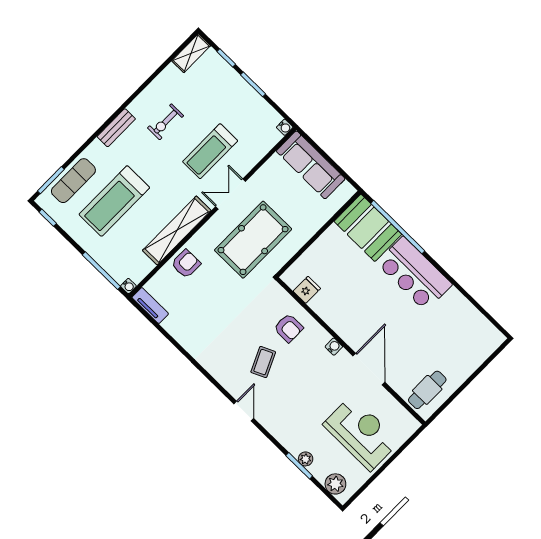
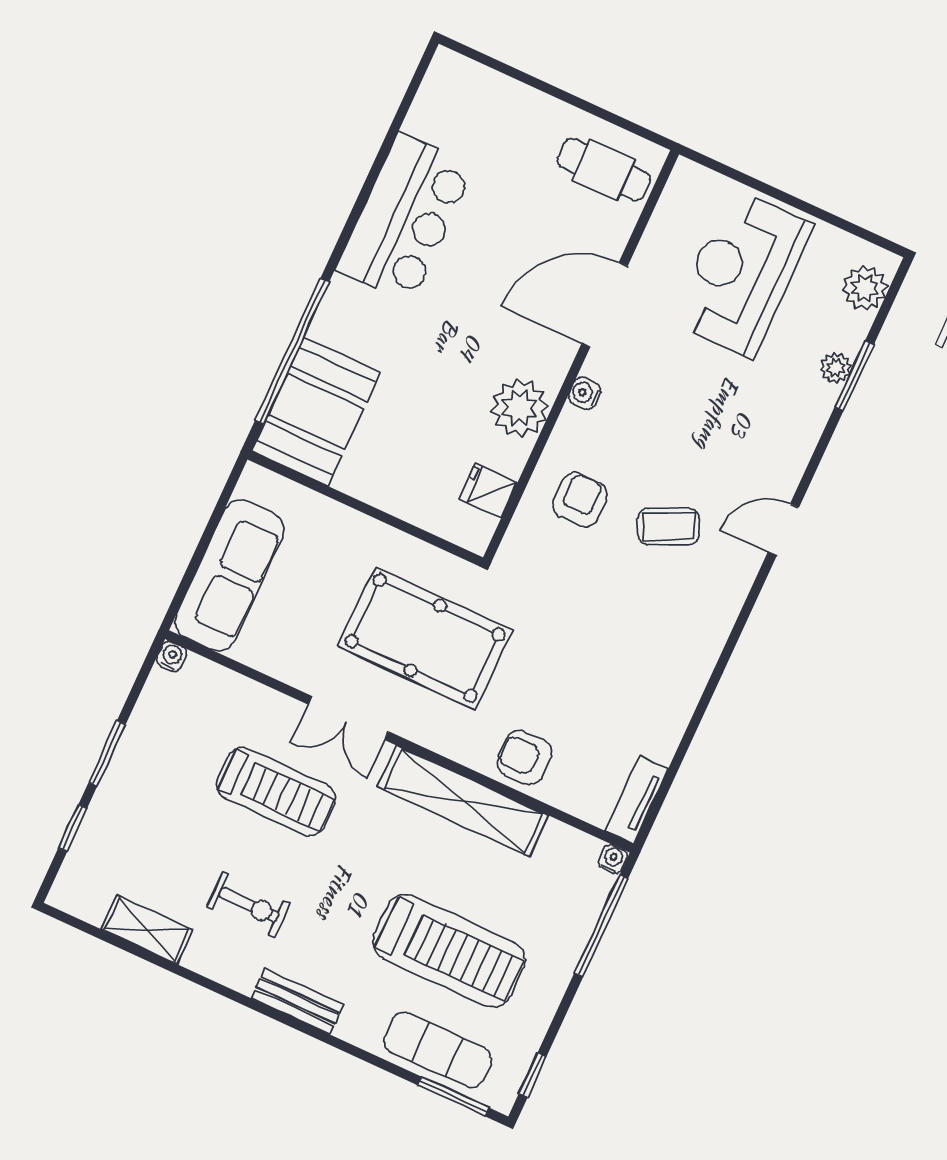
shelving: (191, 53) -> (147, 930), moved
bar counter: (414, 274) -> (405, 218), moved
plant: (338, 316) -> (520, 408), added

